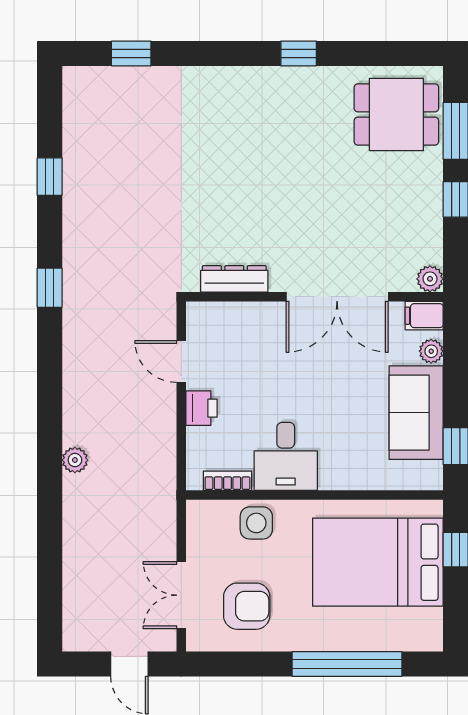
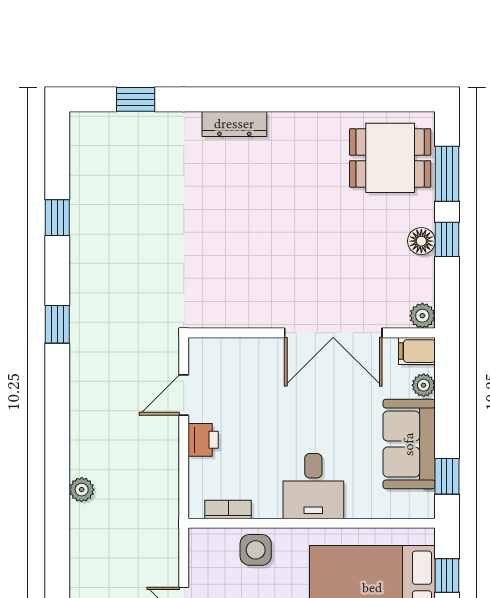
window: (299, 53) -> (296, 99), removed
floor lamp: (429, 201) -> (421, 241), added
dresser: (234, 279) -> (234, 124), moved, turned 180
door: (181, 361) -> (184, 395), hinge flipped
desk: (286, 456) -> (313, 486), moved

